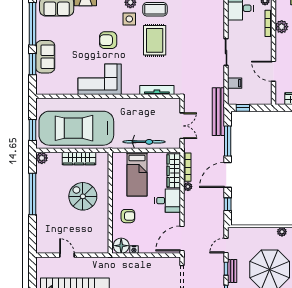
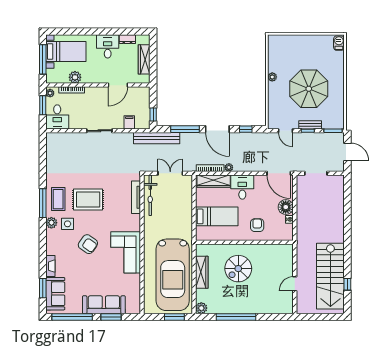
armchair: (108, 40) -> (88, 244), turned -55
sofa: (45, 57) -> (104, 305), width x1.36
bicycle: (144, 142) -> (150, 195), moved, turned 180
floor lamp: (121, 246) -> (286, 207), moved

